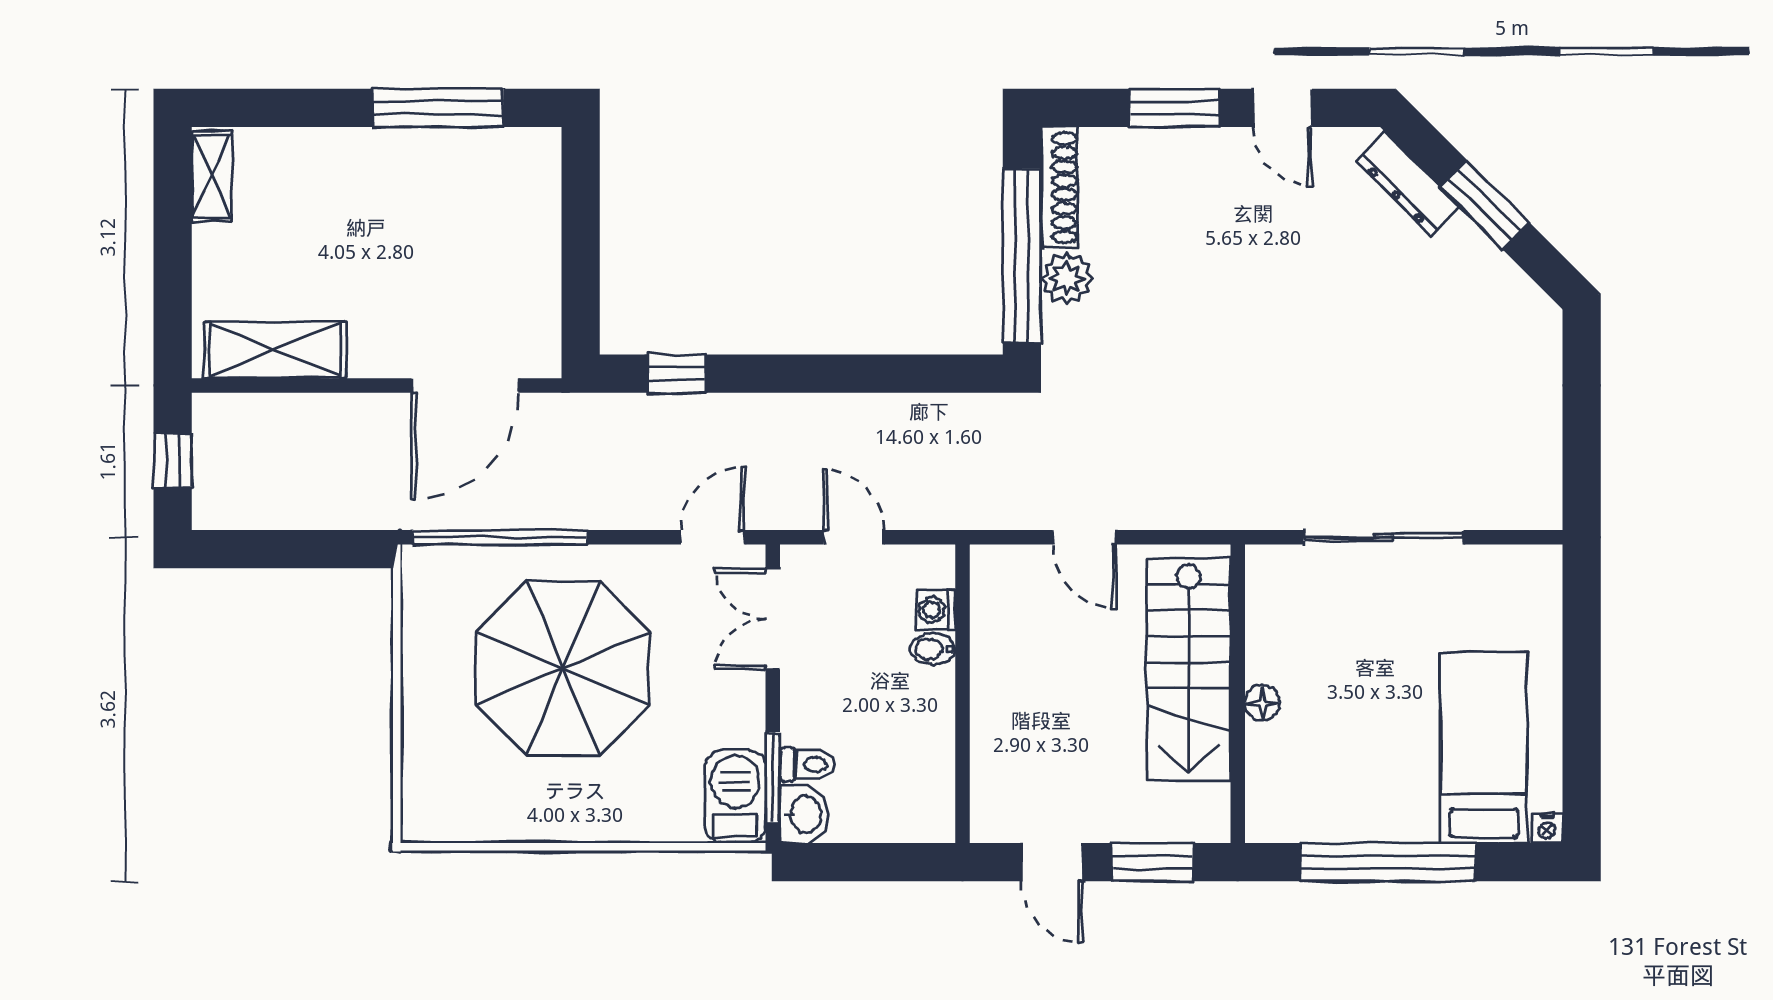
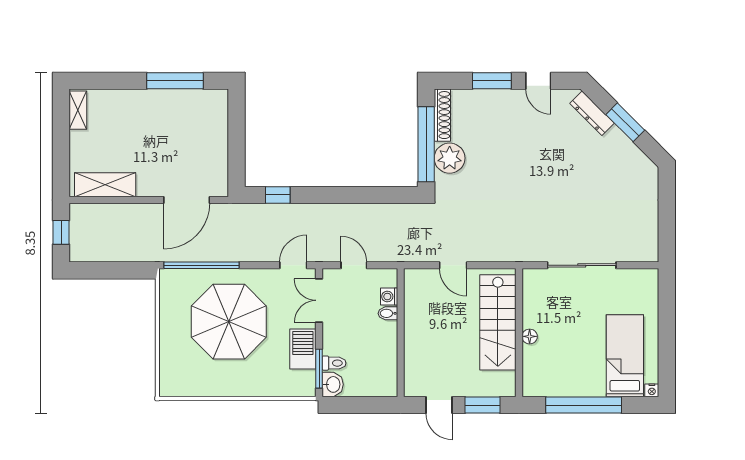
plant: (1067, 278) -> (450, 158), width x1.36, depth x1.36
barbecue: (735, 797) -> (303, 349), moved

